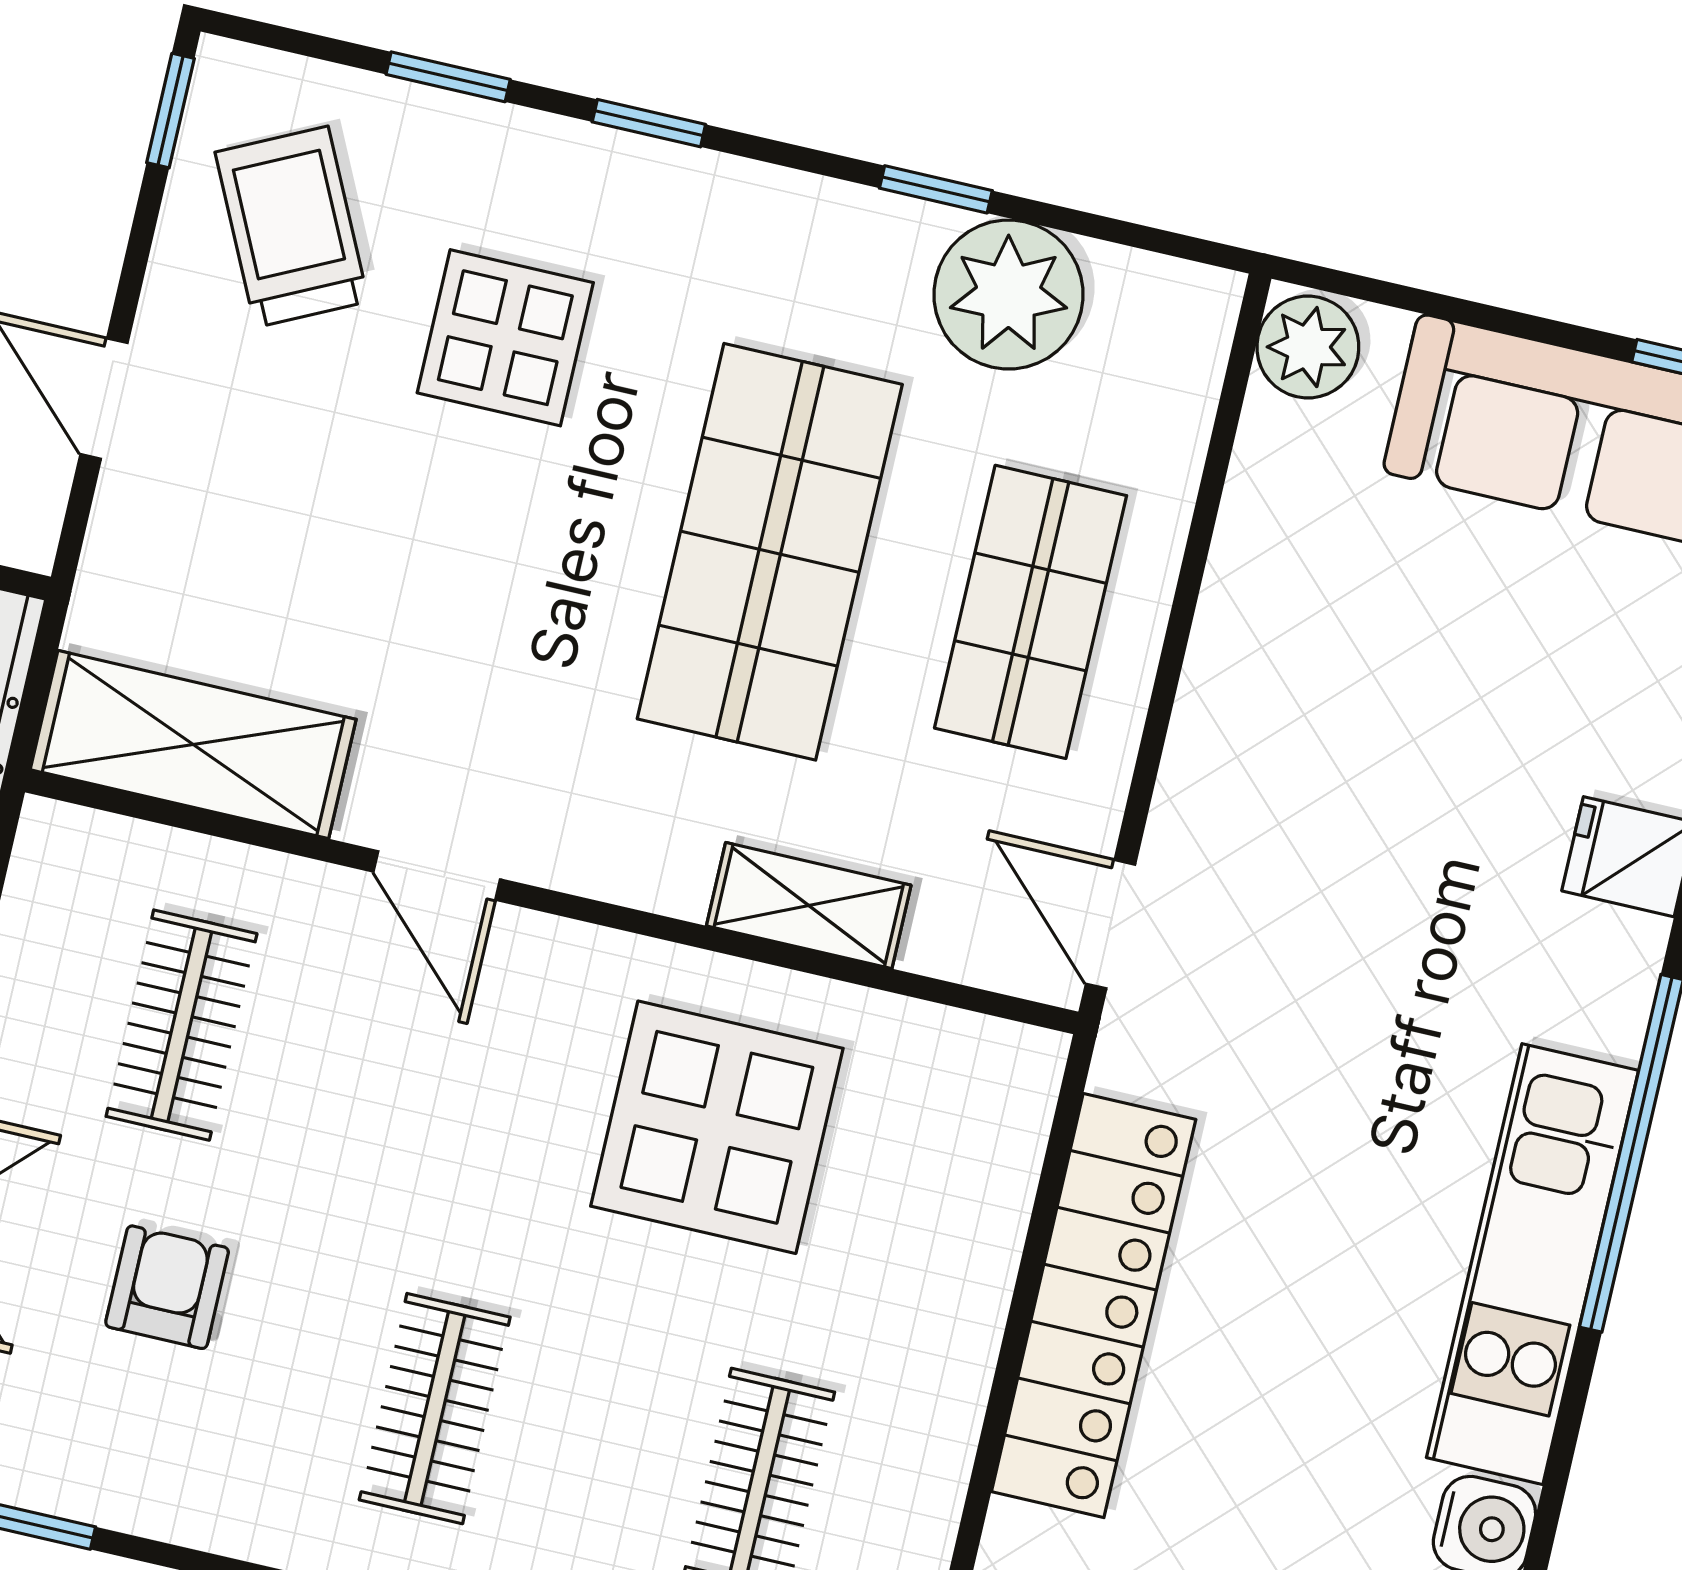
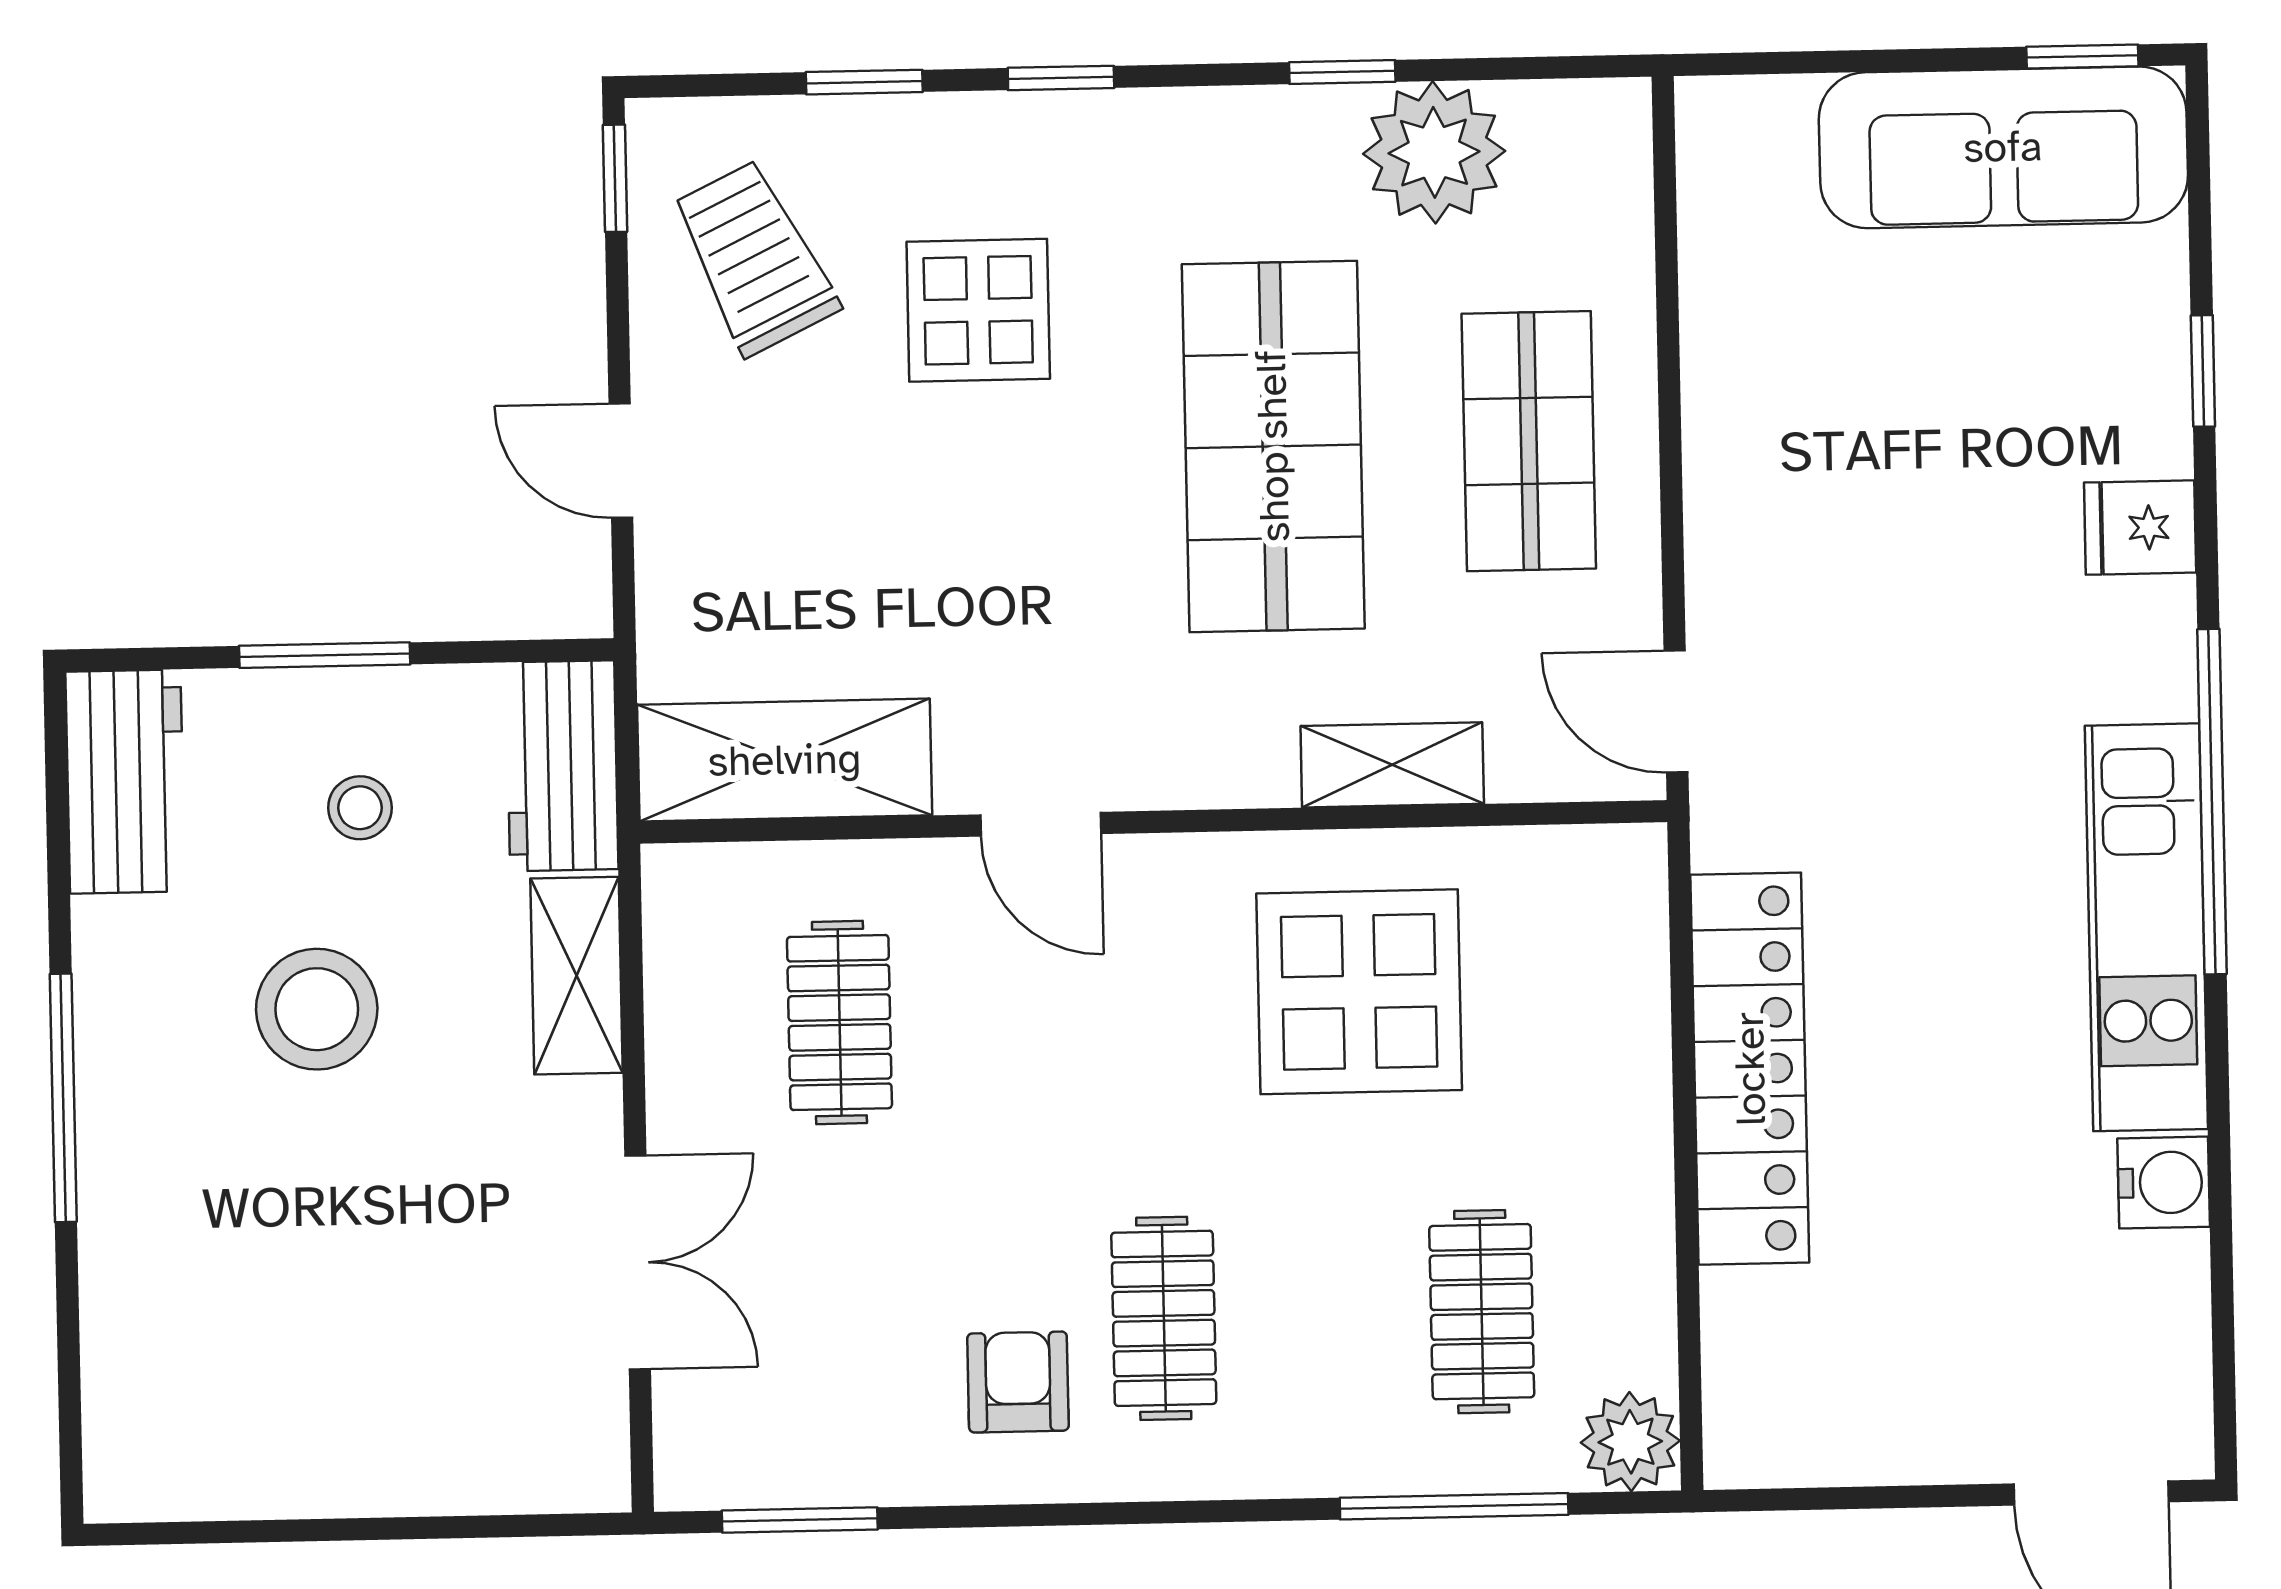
plant: (1308, 347) -> (1724, 131), removed
armchair: (167, 1287) -> (1018, 1382), moved

